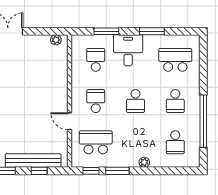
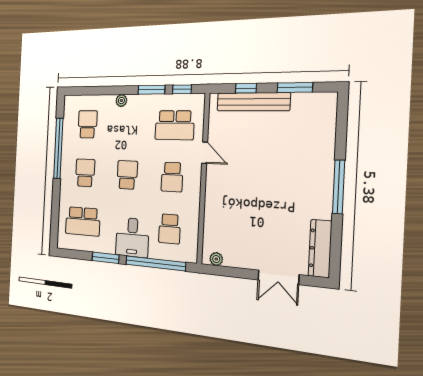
window: (106, 31) -> (155, 263), width x2.11

